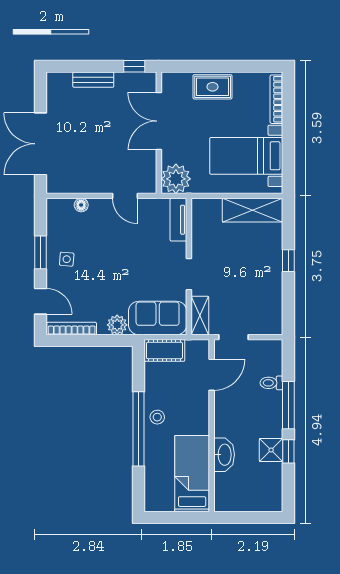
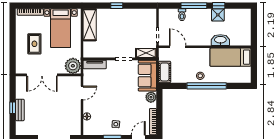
window: (134, 66) -> (13, 108), moved
rug: (213, 87) -> (34, 44), moved

